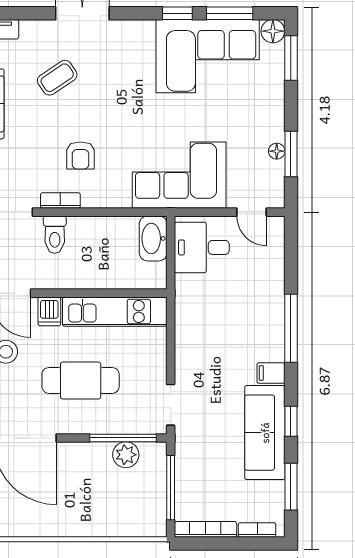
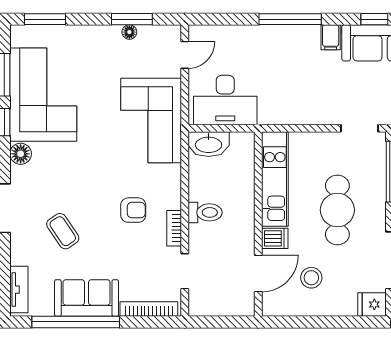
floor lamp: (273, 31) -> (21, 154), moved
toilet: (55, 235) -> (205, 212), moved
desk: (202, 247) -> (225, 100), width x1.37

